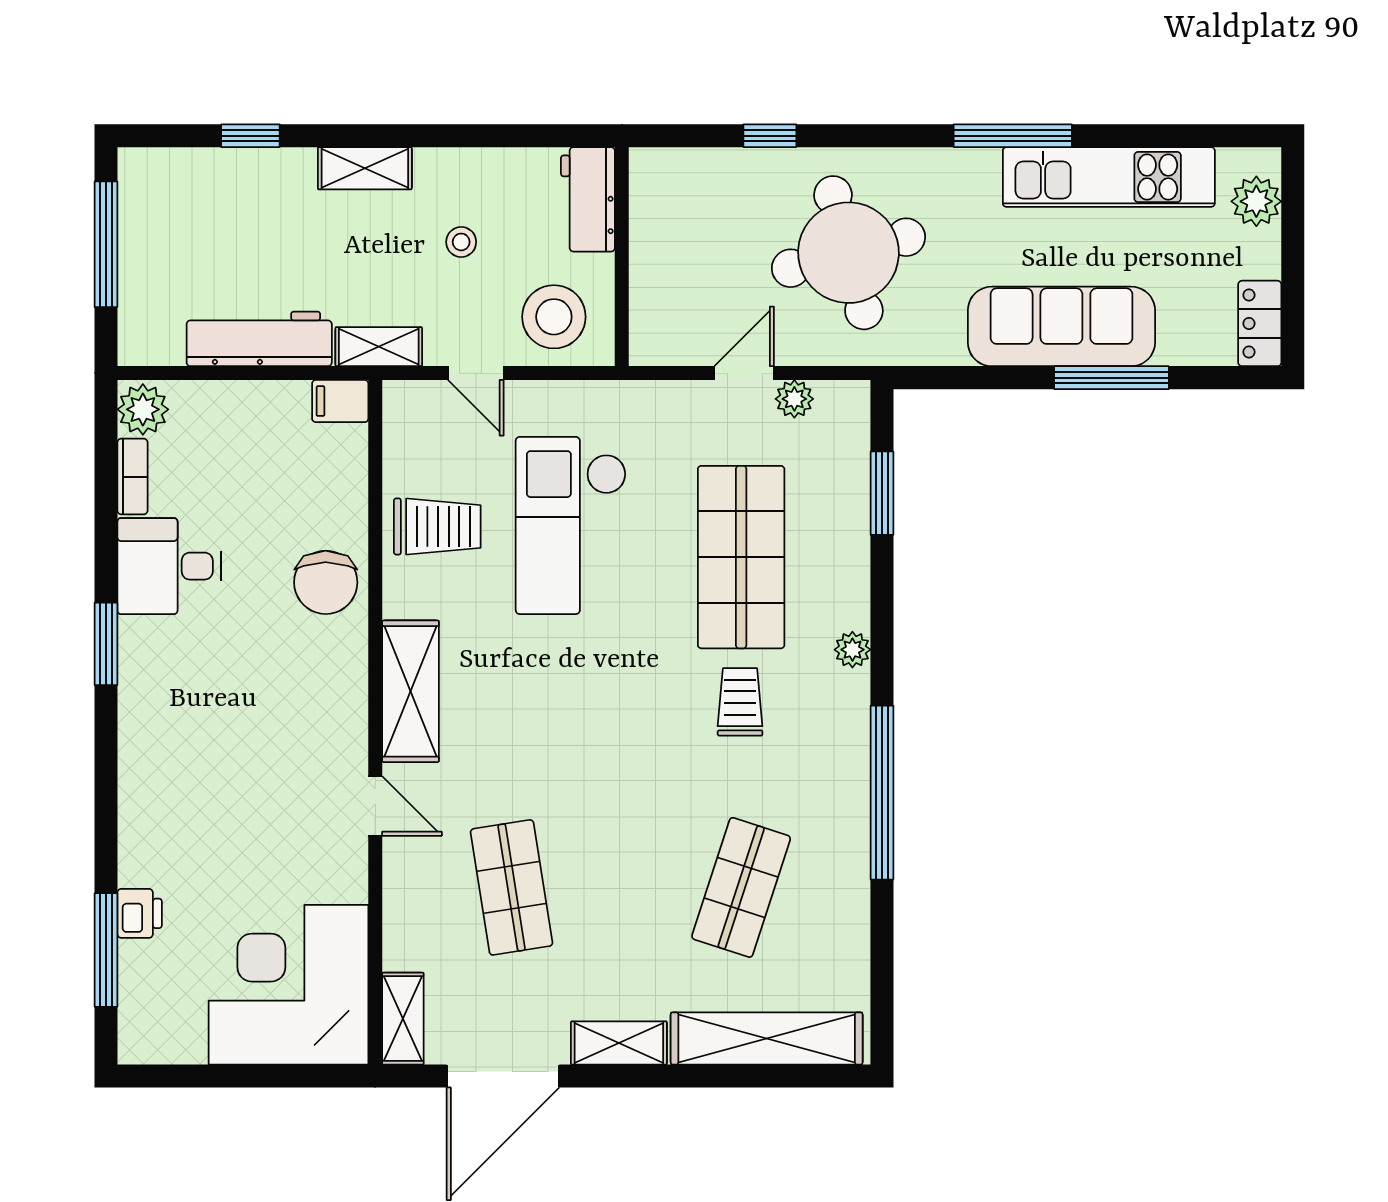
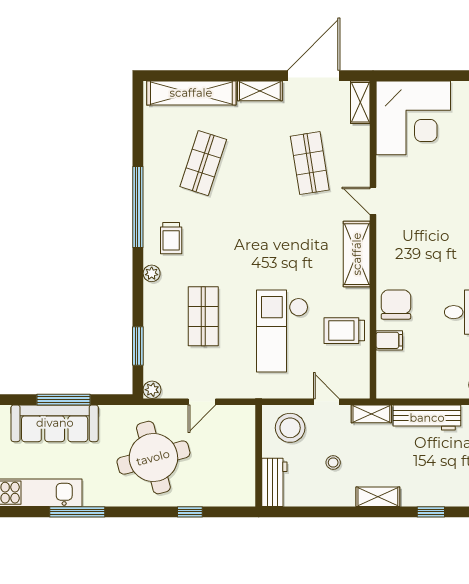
window: (1111, 378) -> (63, 400), moved
plant: (794, 399) -> (152, 390), moved
filing cabinet: (340, 401) -> (389, 340), moved
checkout: (571, 525) -> (282, 331), turned 180
shop shelf: (741, 557) -> (203, 316), width x0.70, depth x0.74
trolley: (740, 702) -> (171, 238), moved

